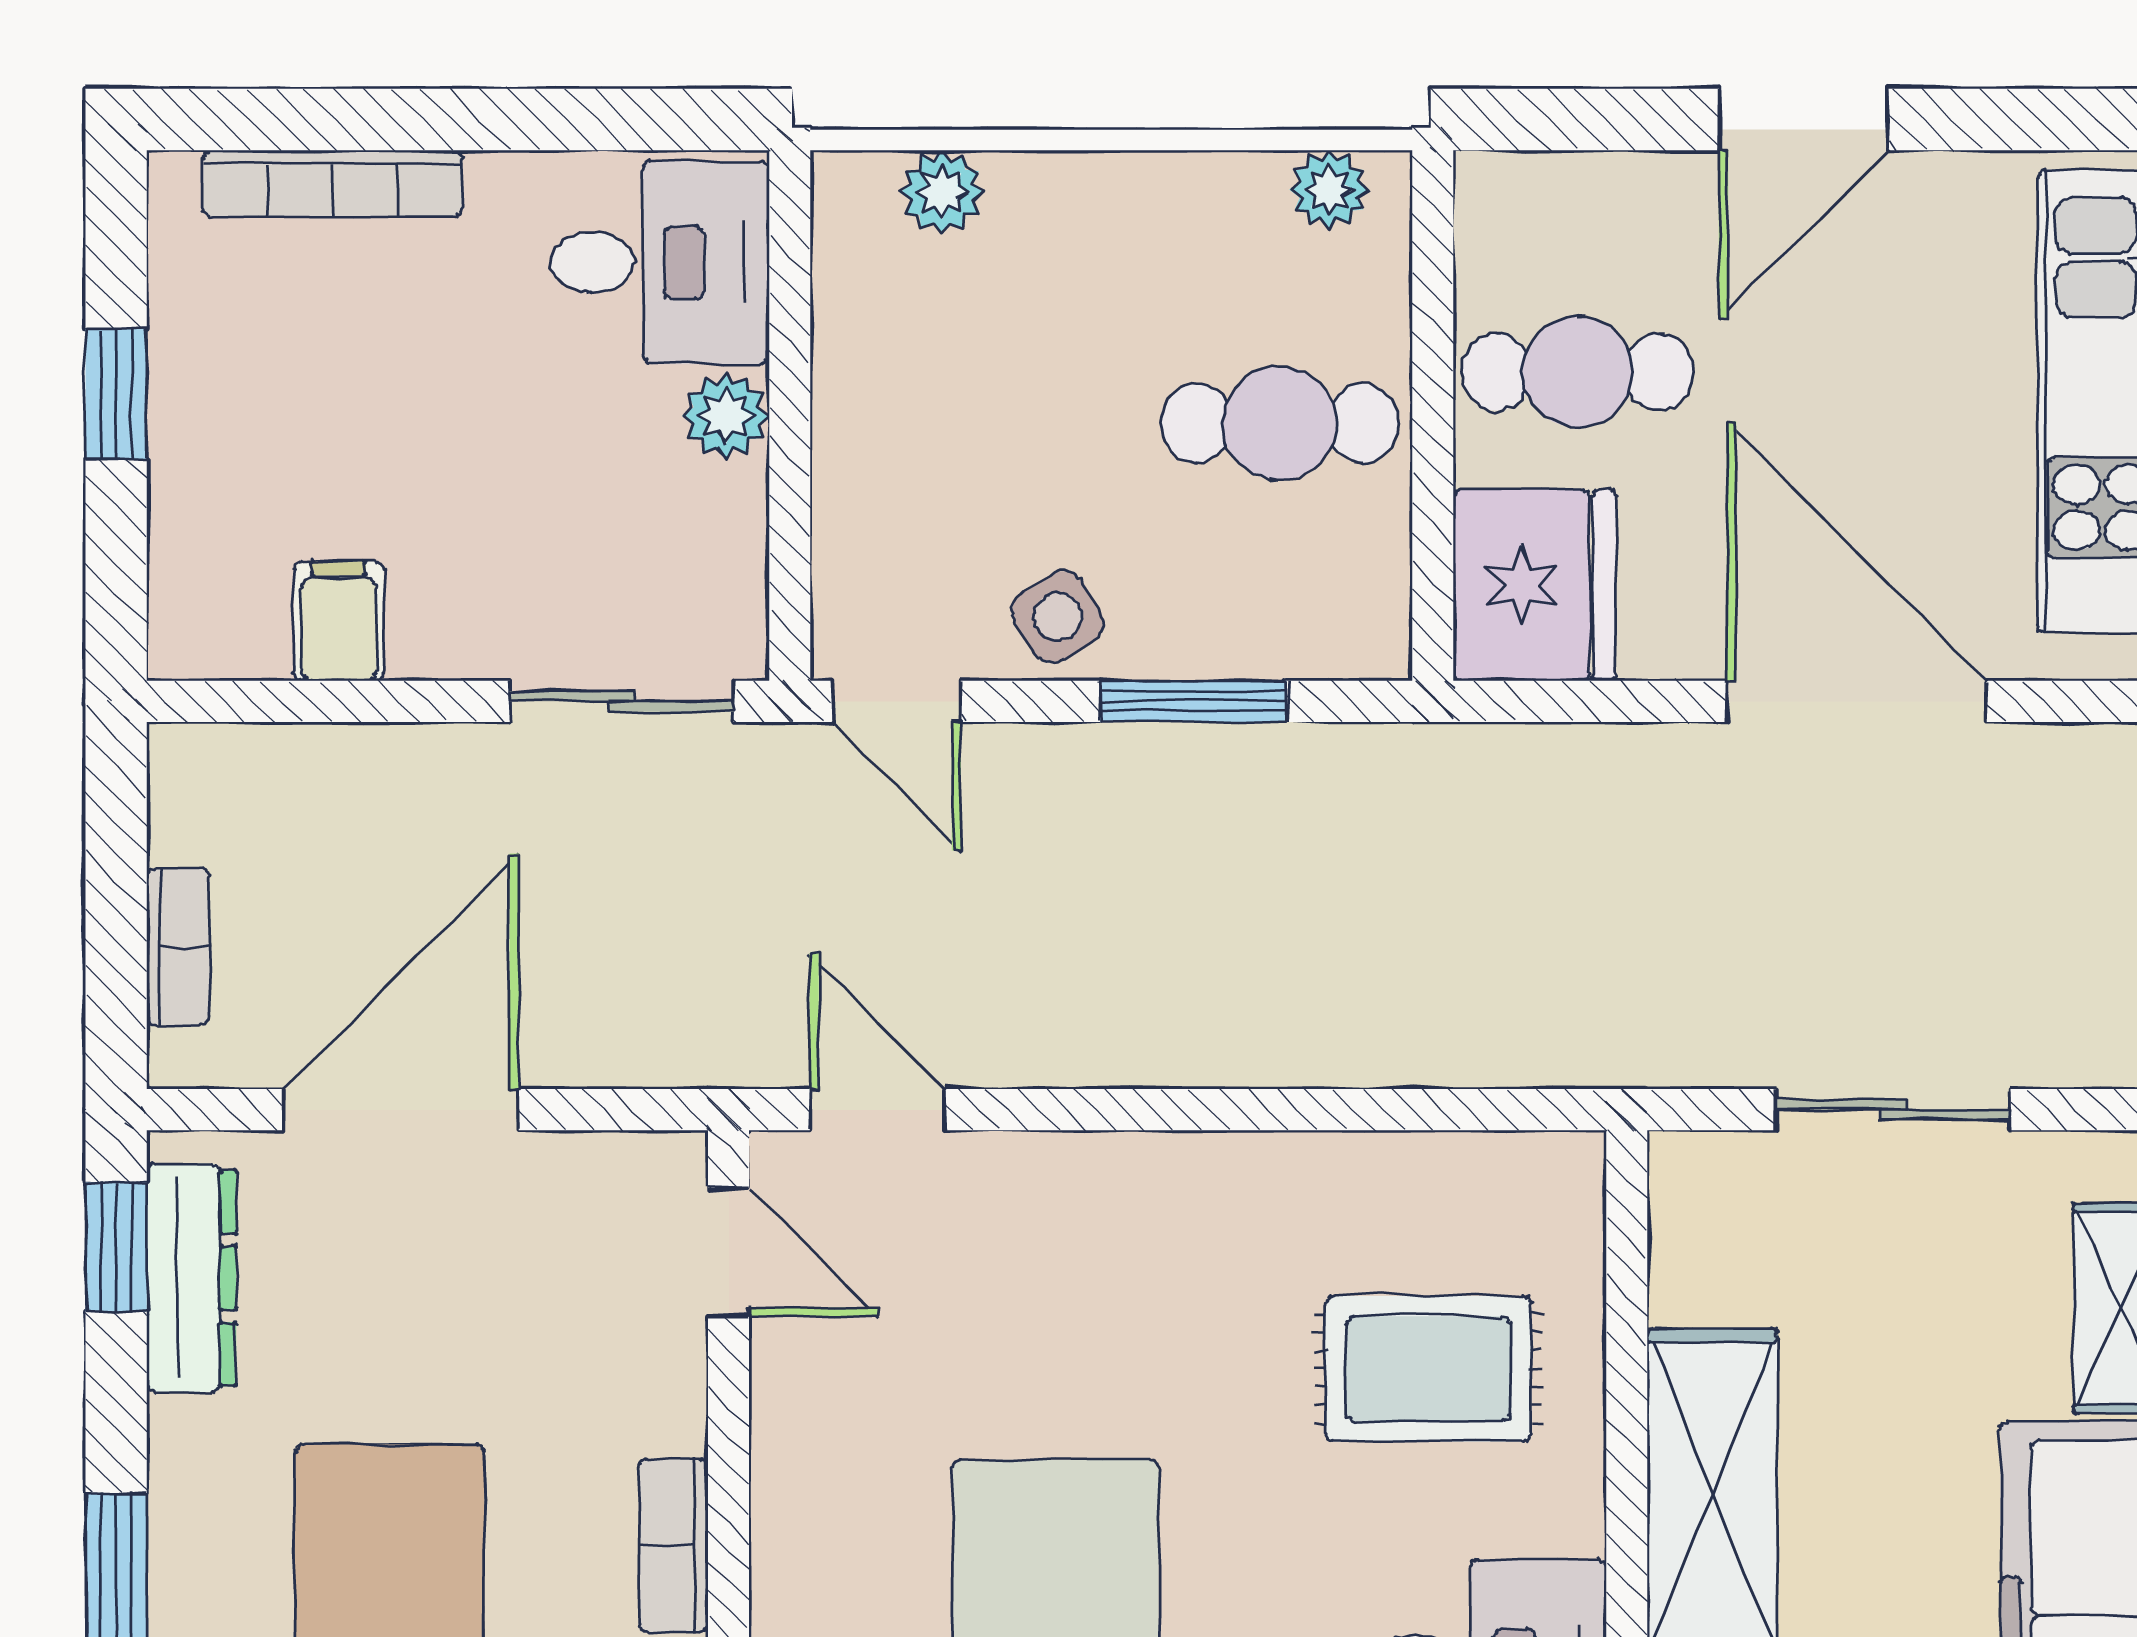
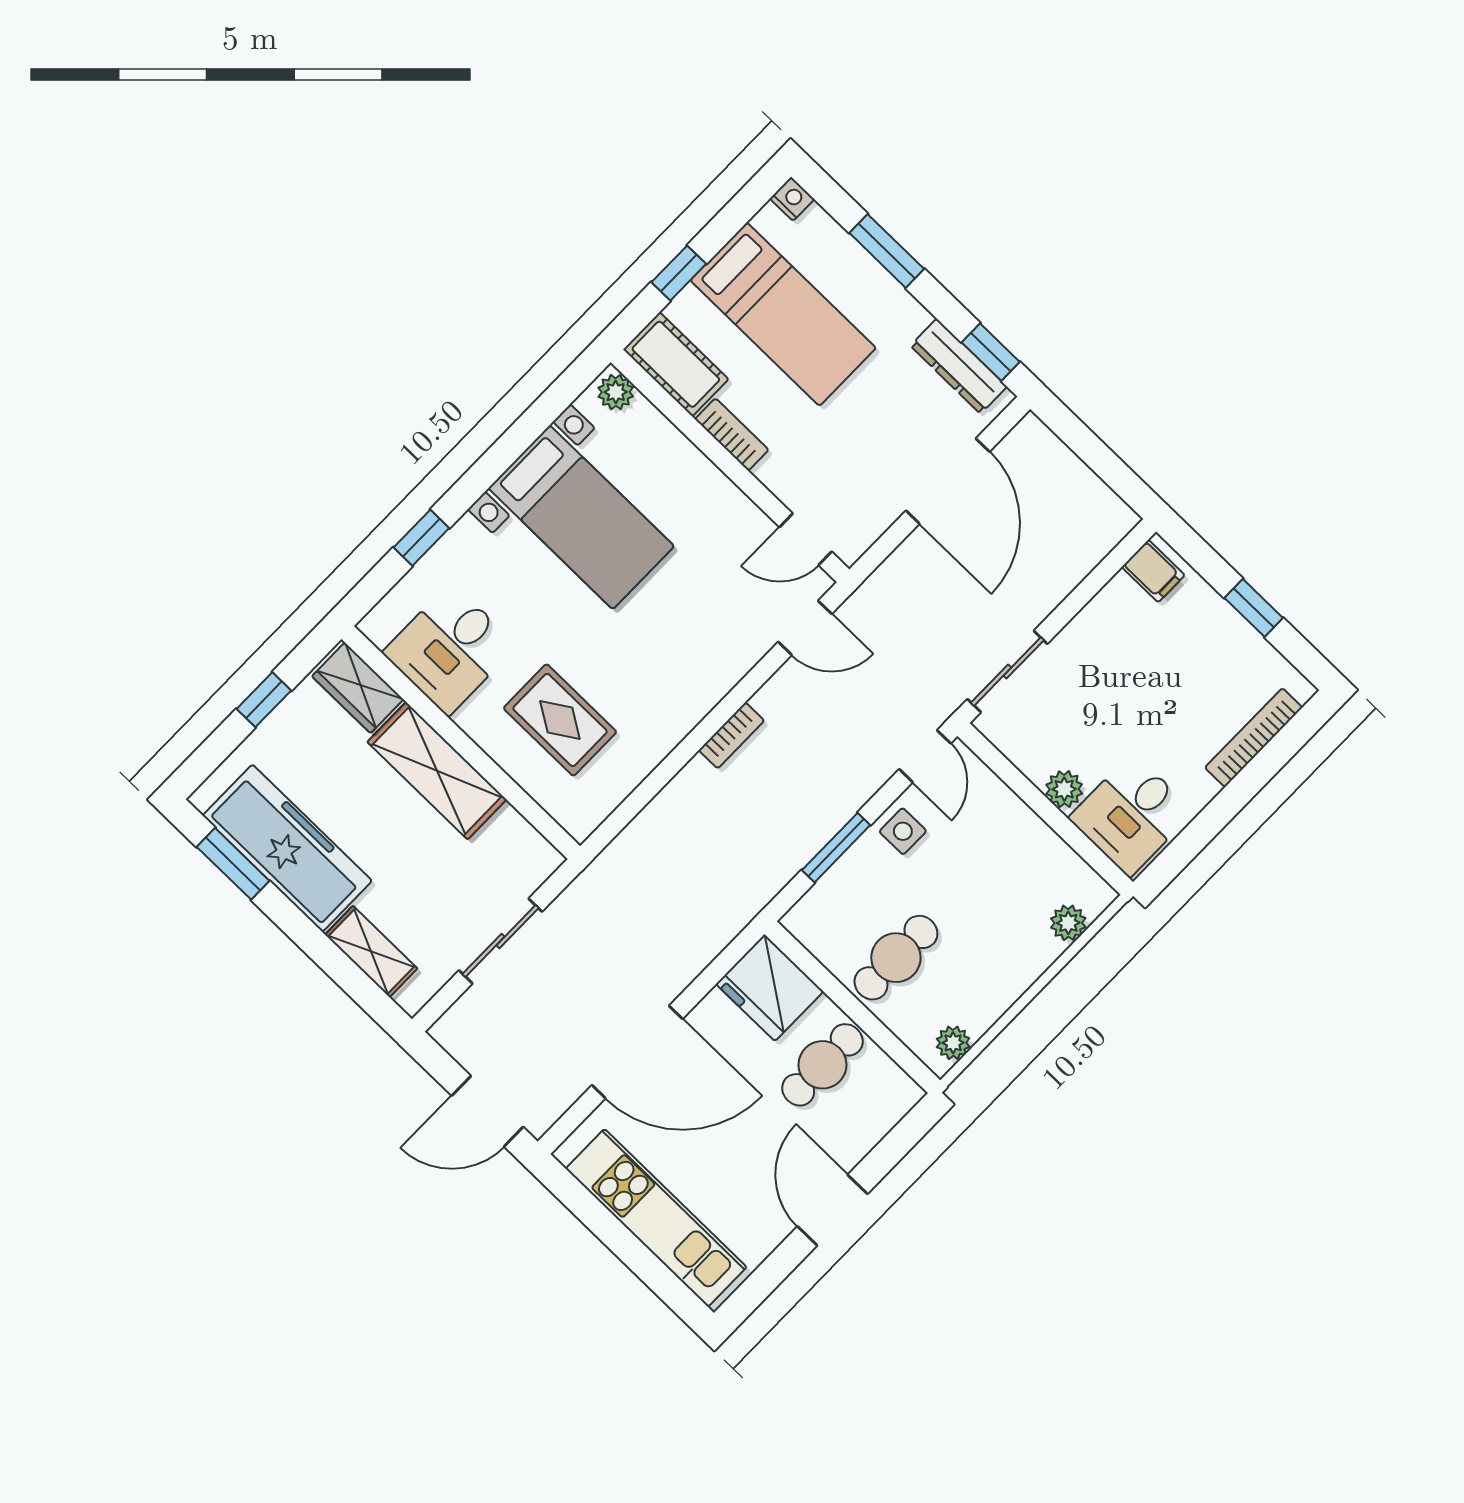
side table: (1058, 617) -> (903, 831), turned 31
filing cabinet: (339, 621) -> (1153, 571), moved
door: (897, 701) -> (925, 756), swing flipped
bookcase: (178, 947) -> (731, 735), moved, turned -90
rug: (1428, 1369) -> (560, 720), turned 90

